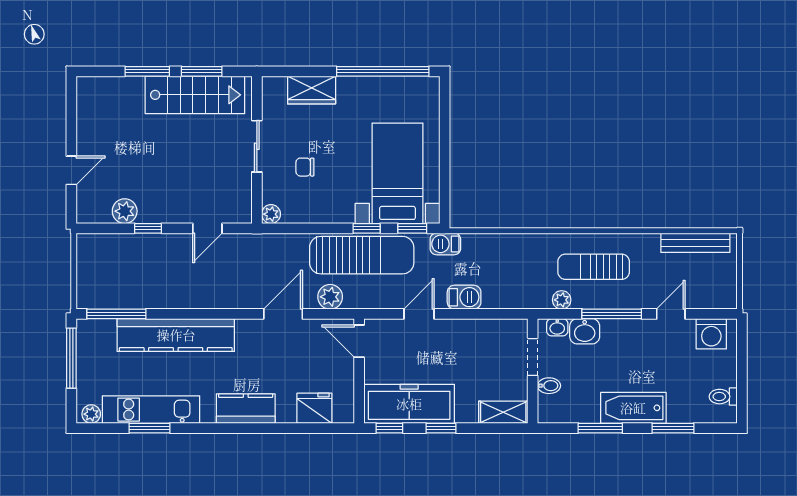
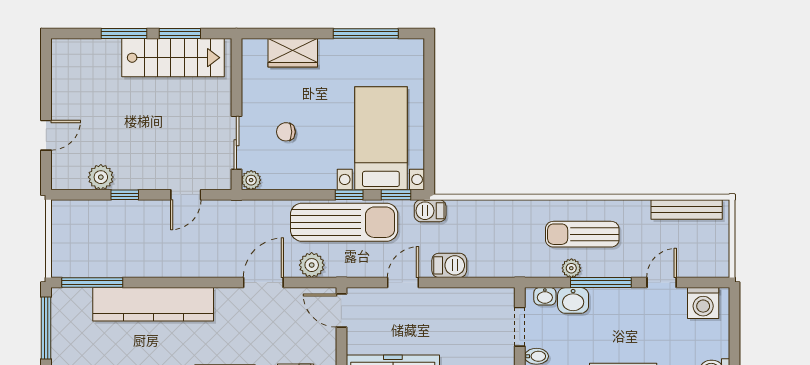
window: (383, 71) -> (366, 34), width x0.68
sliding door: (257, 146) -> (236, 143), moved
plant: (562, 300) -> (571, 268), moved

